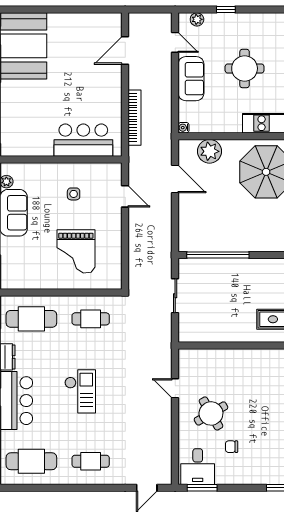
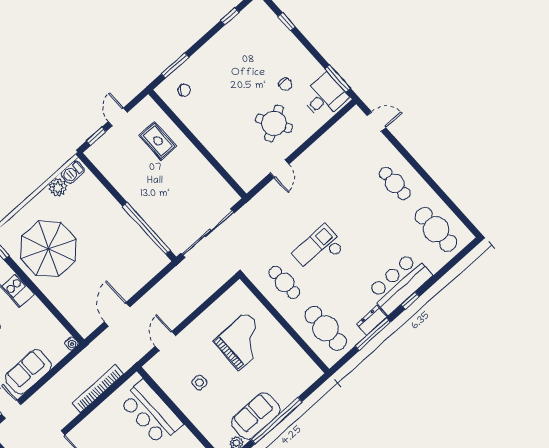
plant: (209, 151) -> (72, 307), removed
sliding door: (175, 296) -> (208, 233), width x1.86
checkout: (80, 391) -> (318, 250), moved

